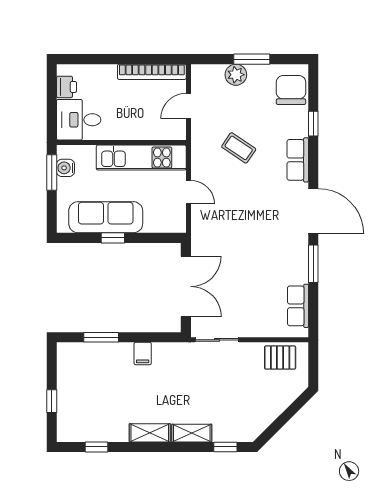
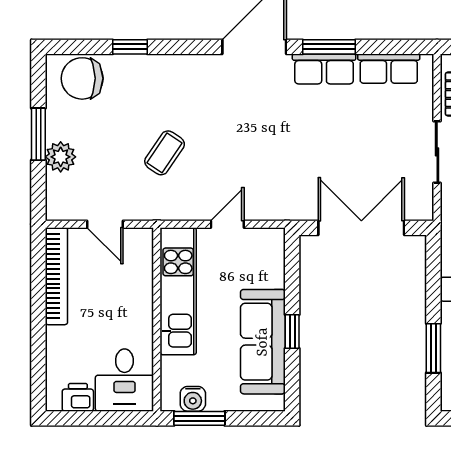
row of seats: (298, 160) -> (324, 69), moved
sliding door: (217, 340) -> (437, 152), moved

